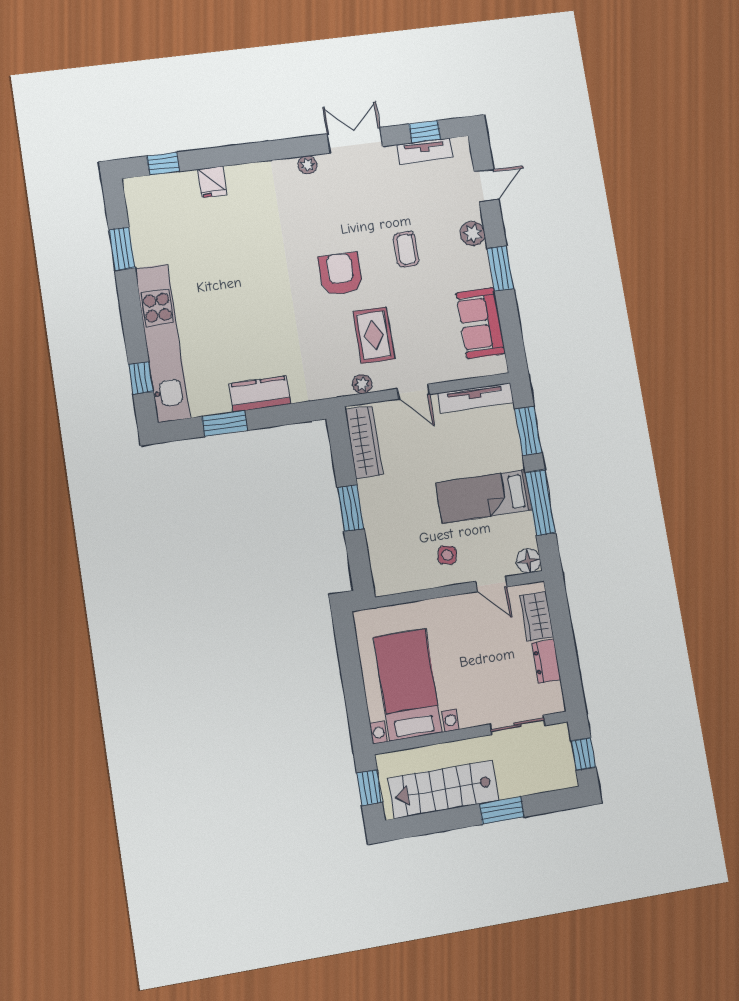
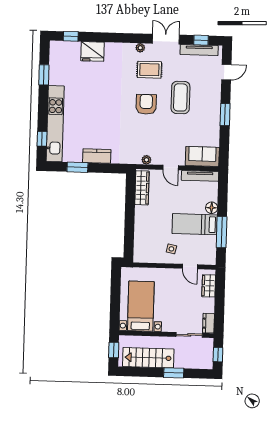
tv unit: (425, 151) -> (199, 50), width x1.41
fridge: (212, 182) -> (92, 51), width x1.88, depth x1.34
plant: (473, 234) -> (215, 95), removed
coffee table: (406, 249) -> (180, 97), width x1.86, depth x1.72
sofa: (481, 323) -> (202, 156), moved, turned 90
rug: (374, 335) -> (149, 70), moved, turned 90
window: (528, 431) -> (223, 196), removed
window: (351, 508) -> (130, 218), removed
floor lamp: (528, 561) -> (212, 208), moved
dresser: (546, 661) -> (209, 323), moved

